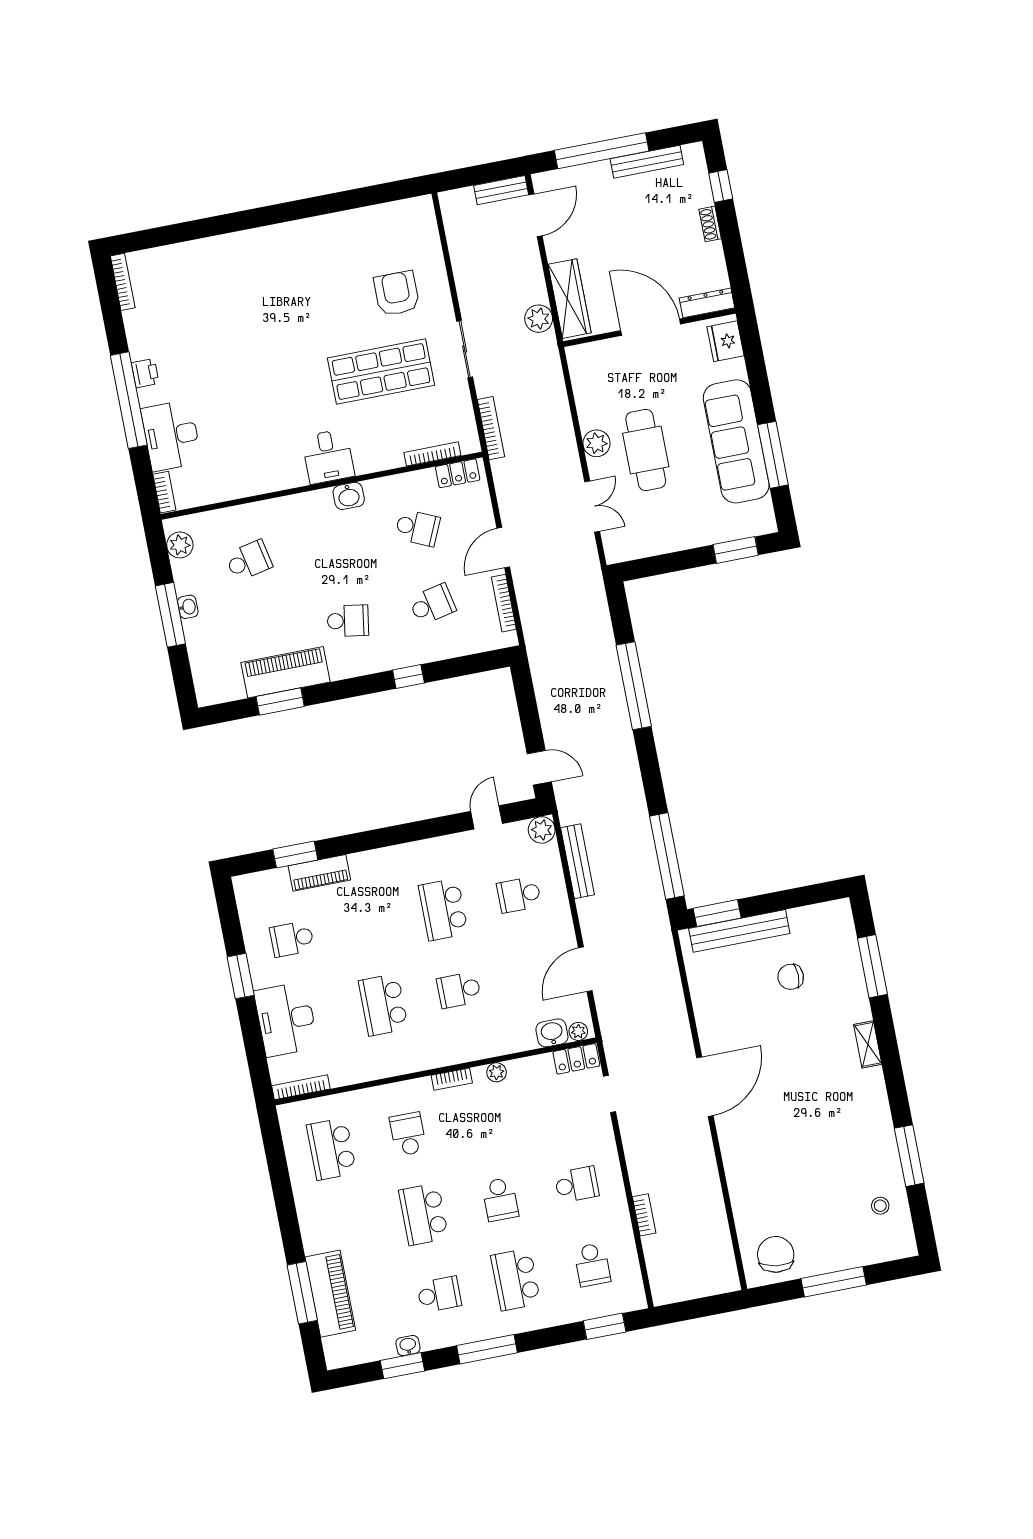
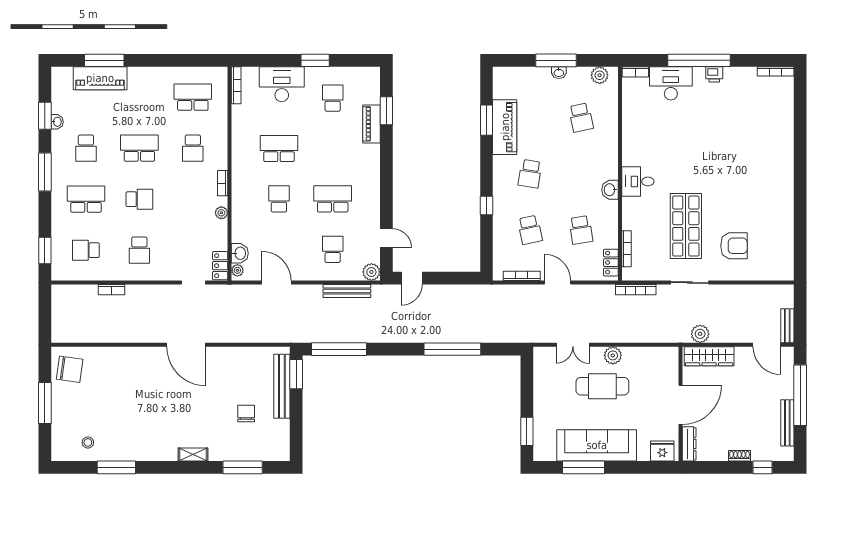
school desk: (417, 528) -> (581, 230), turned -33
school desk: (408, 1134) -> (193, 148), turned 90
school desk: (500, 1199) -> (139, 199), turned 180

